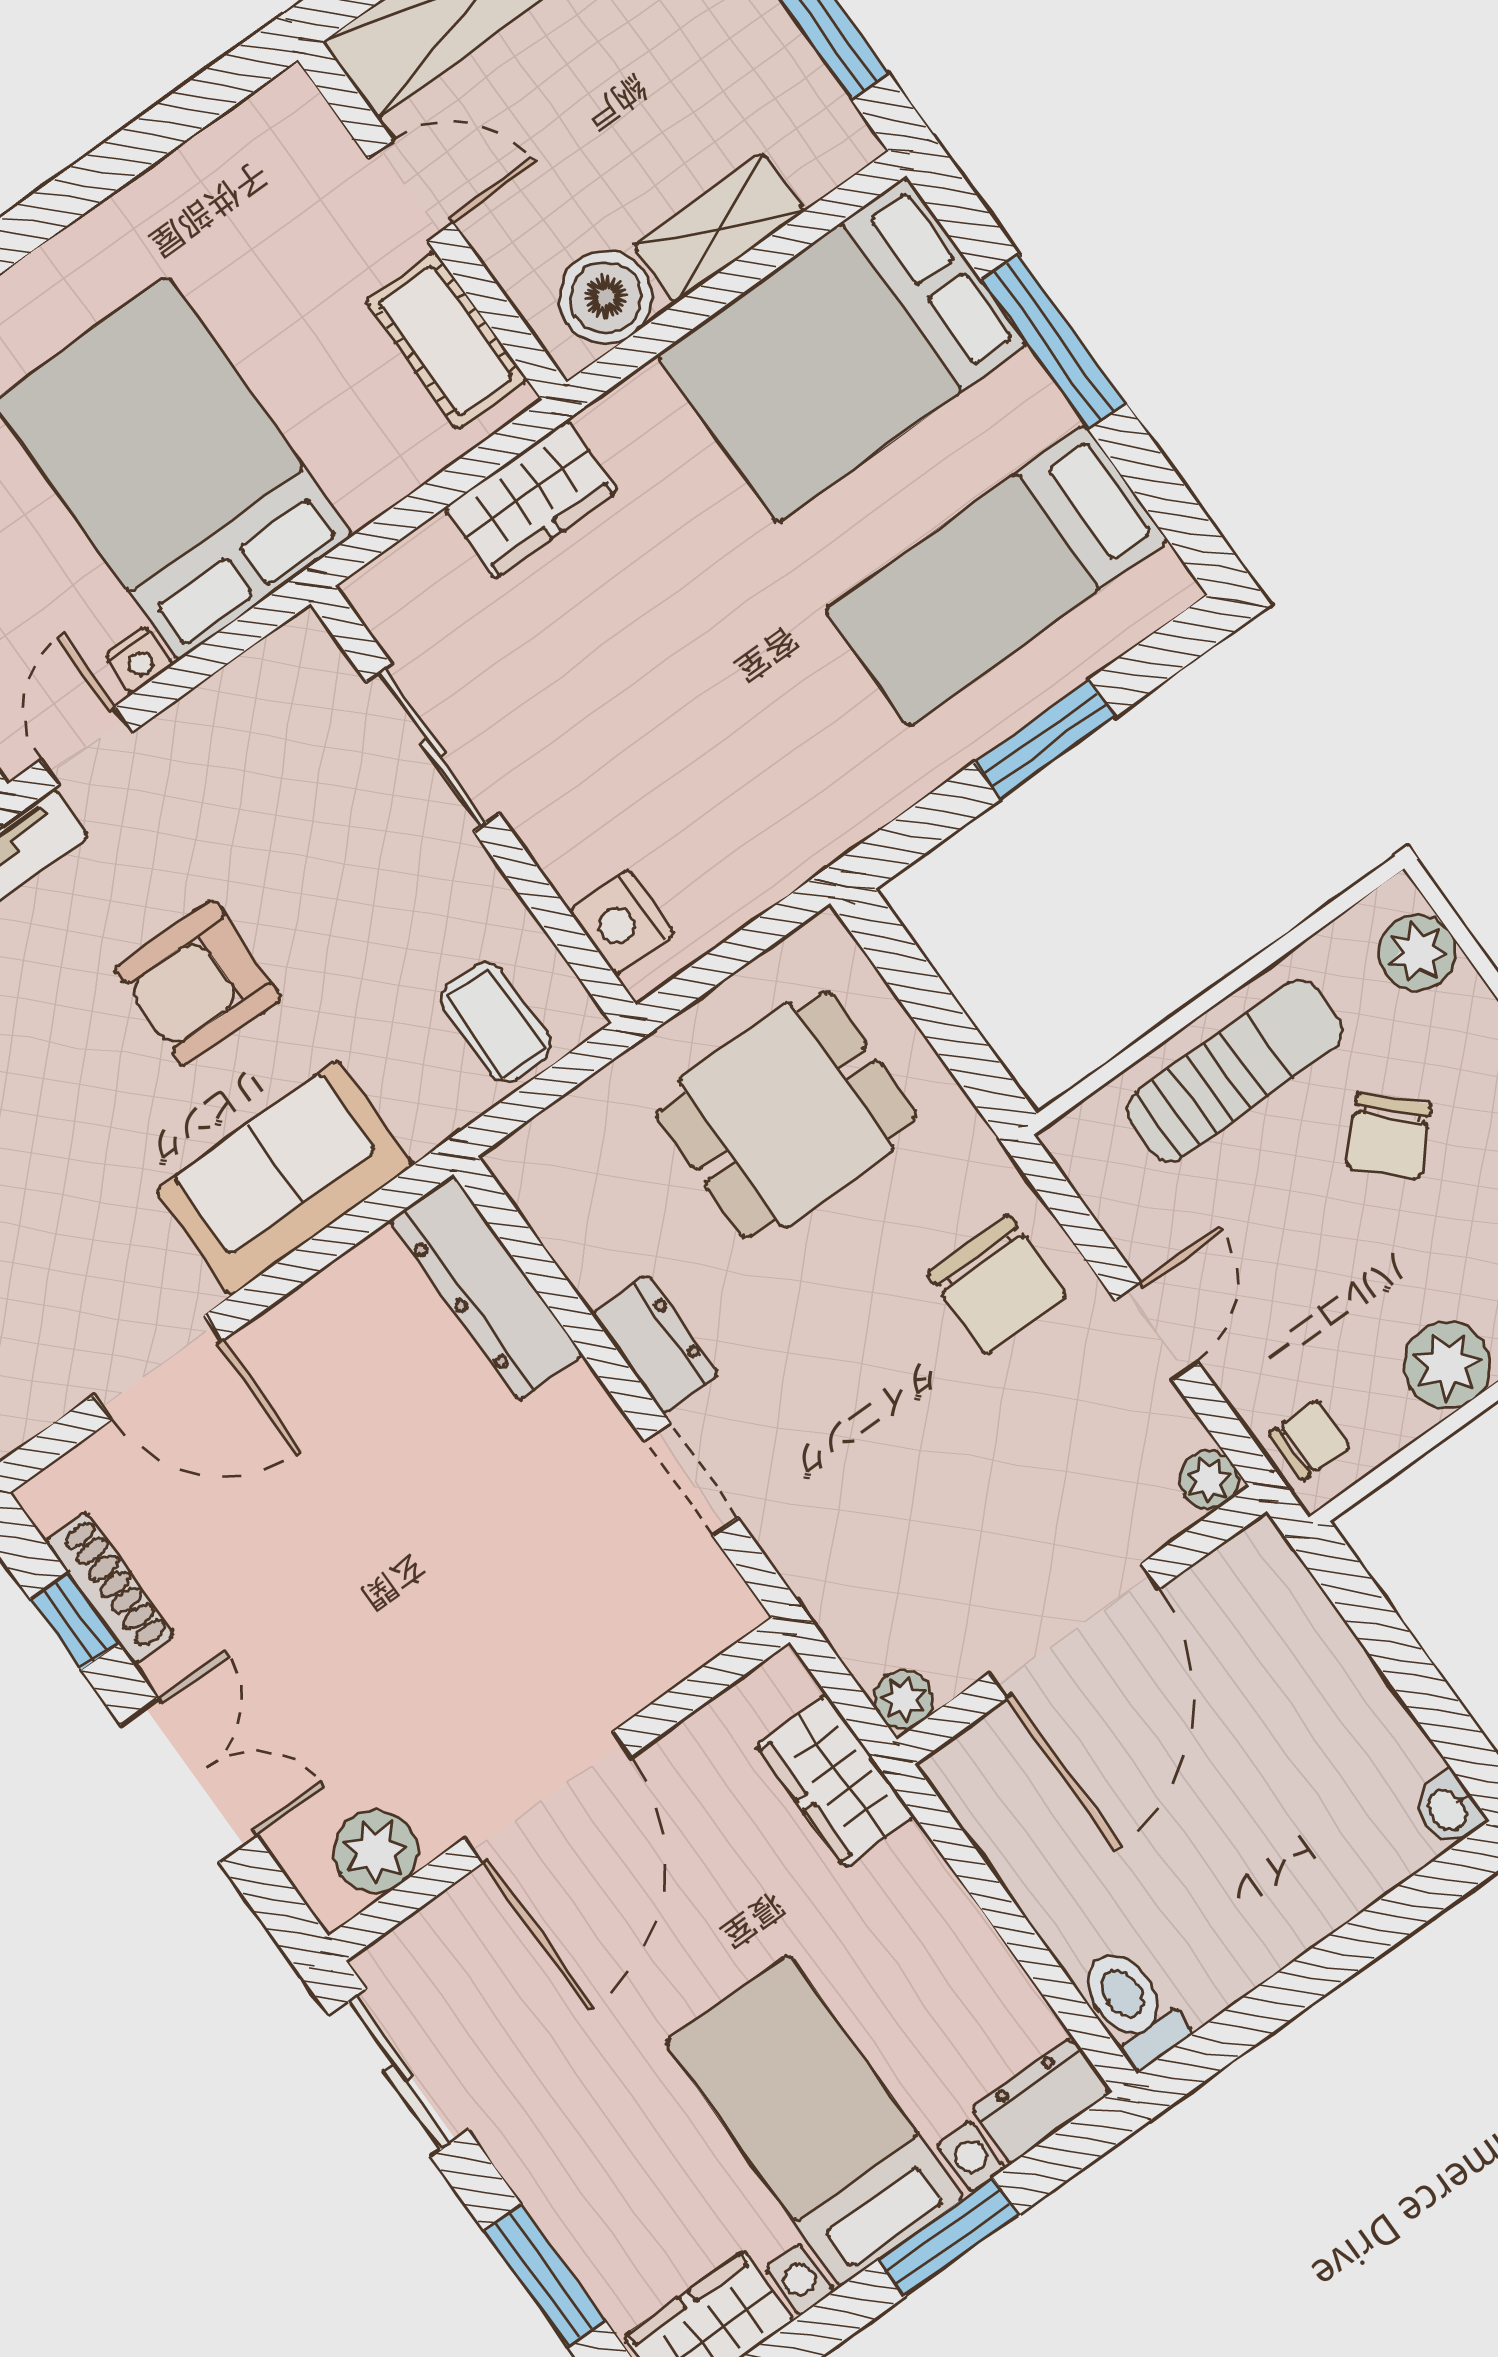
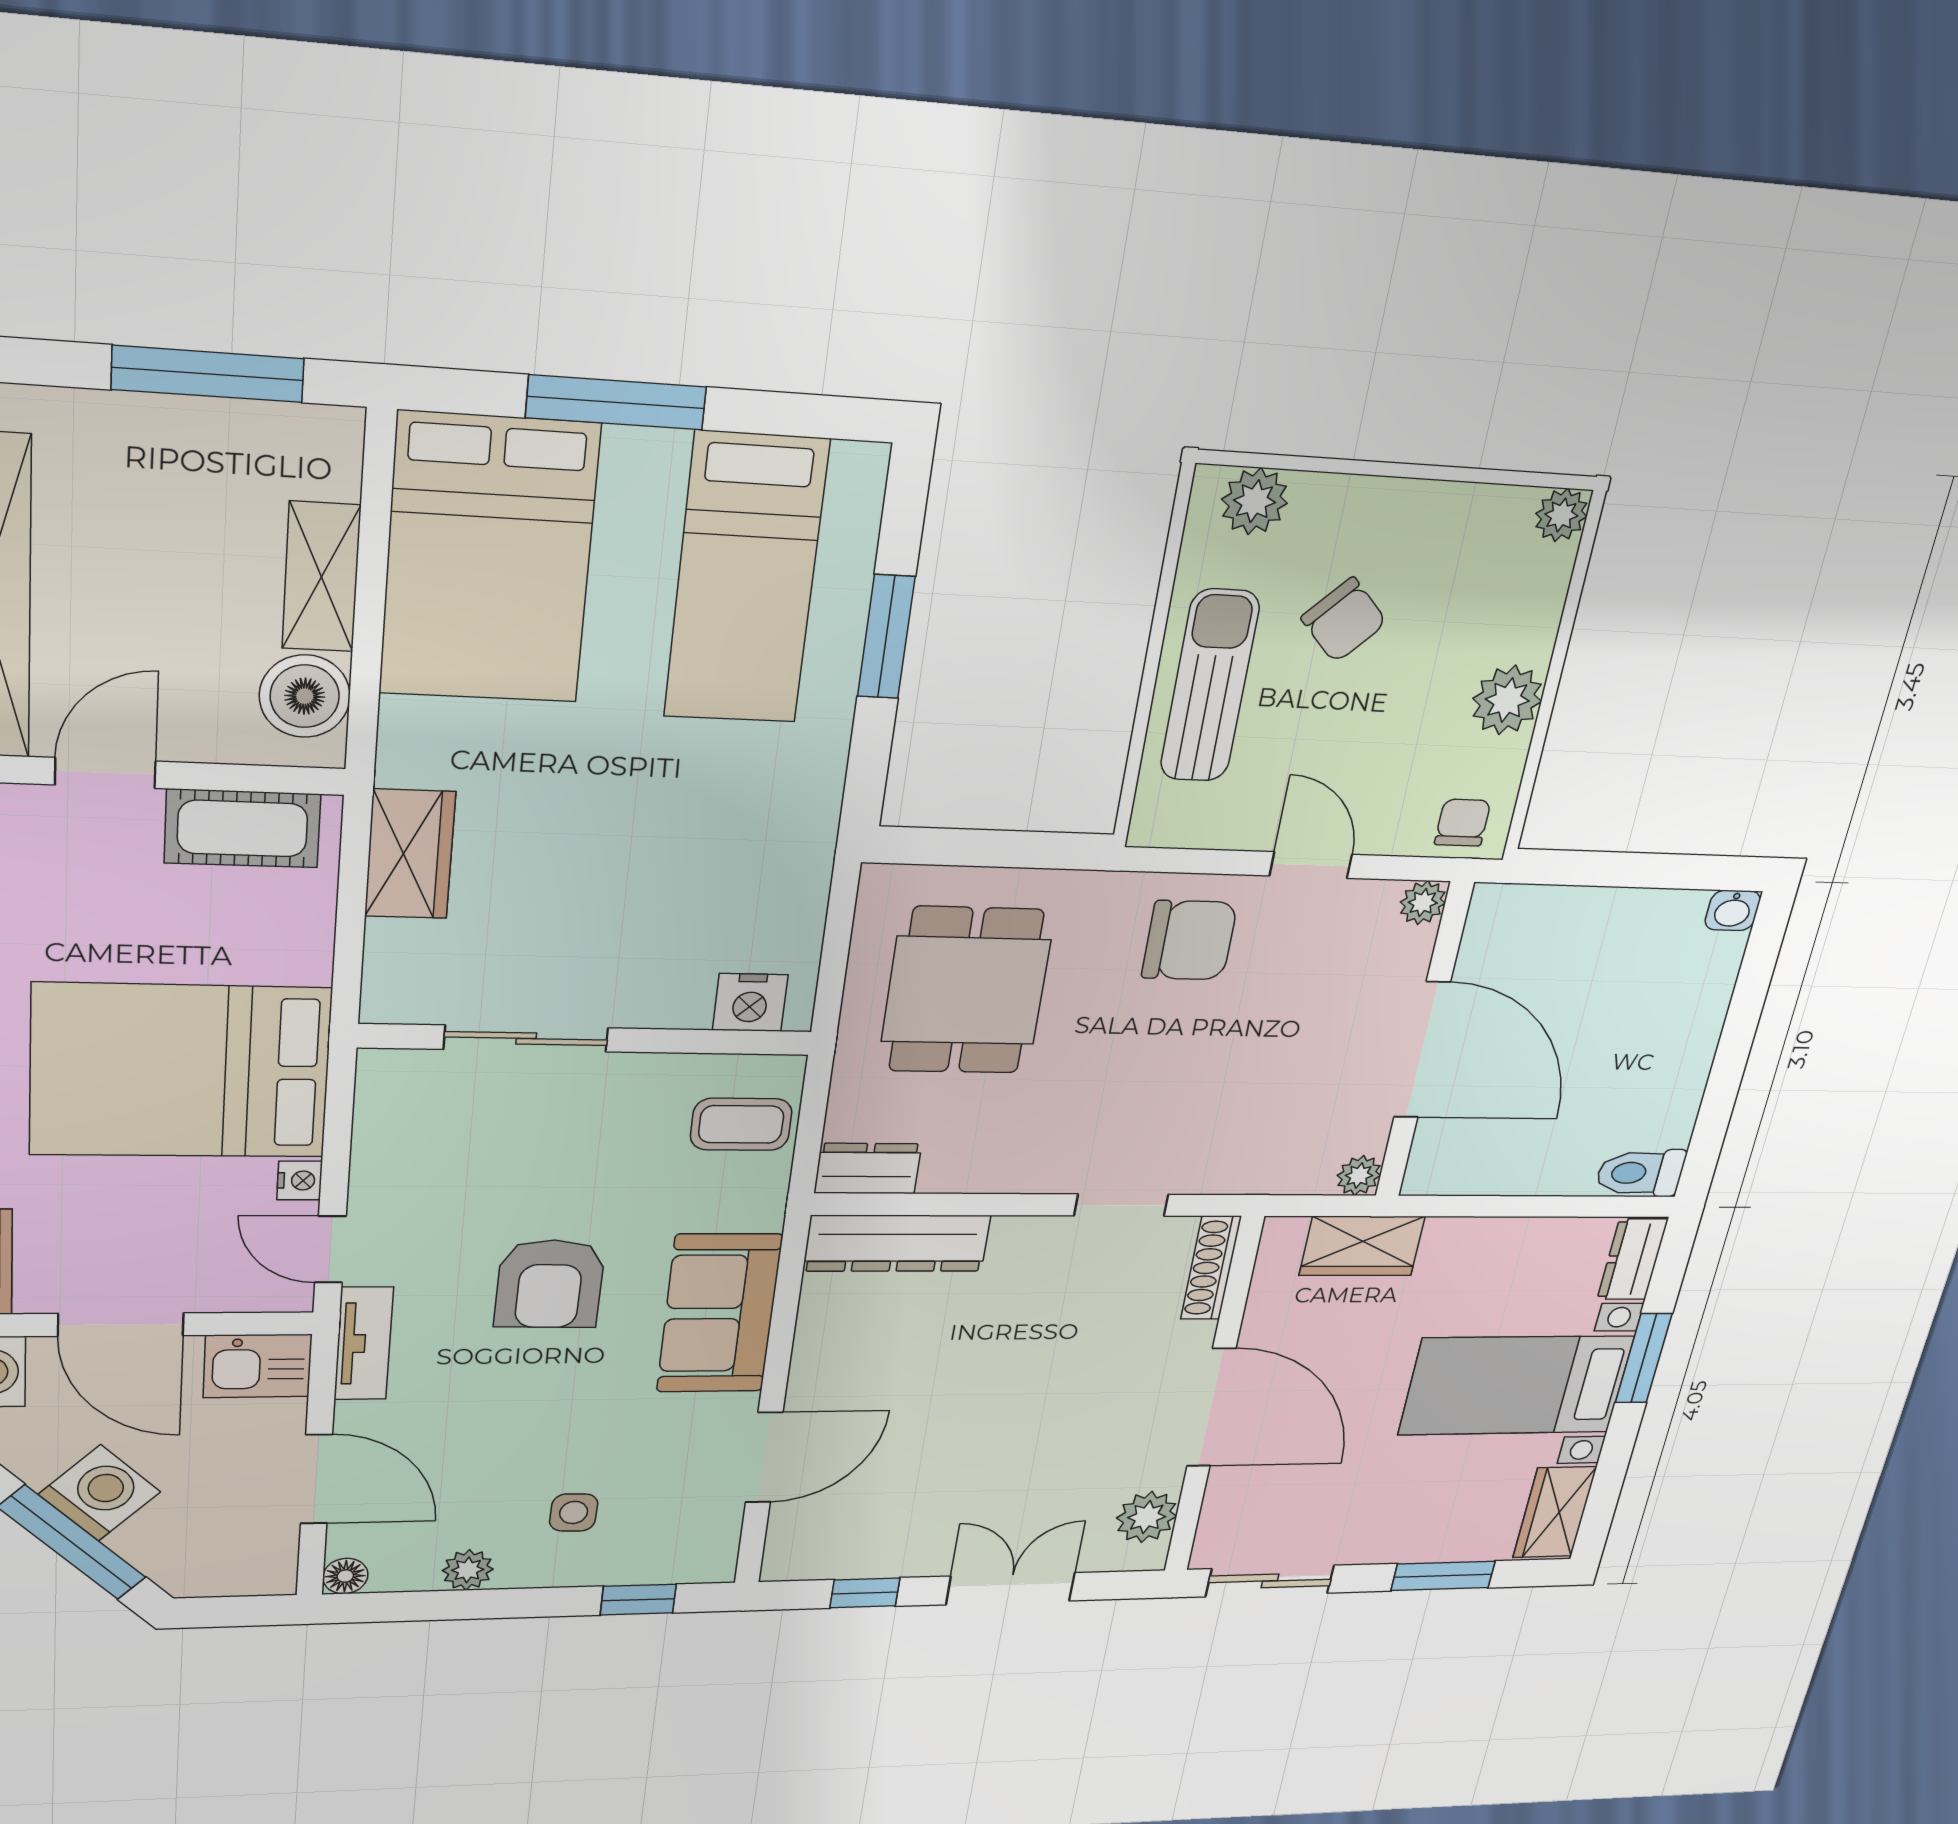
dresser: (655, 1344) -> (868, 1169), moved
shoe rack: (110, 1588) -> (1211, 1268), moved, turned -90

